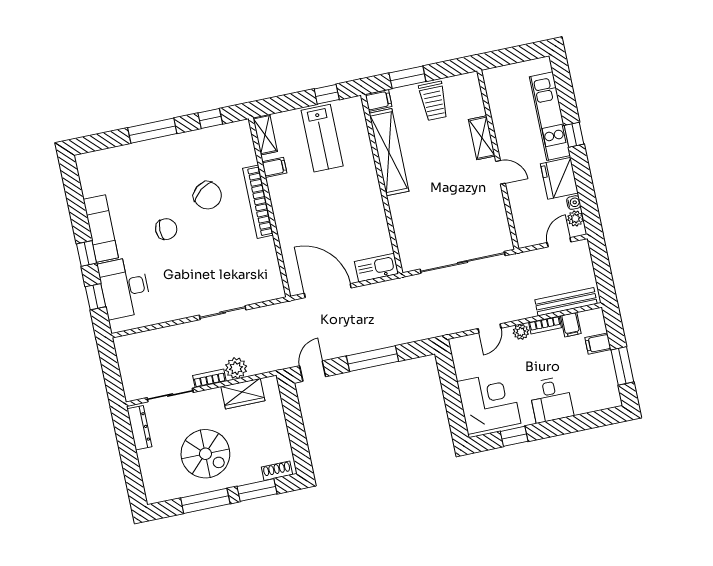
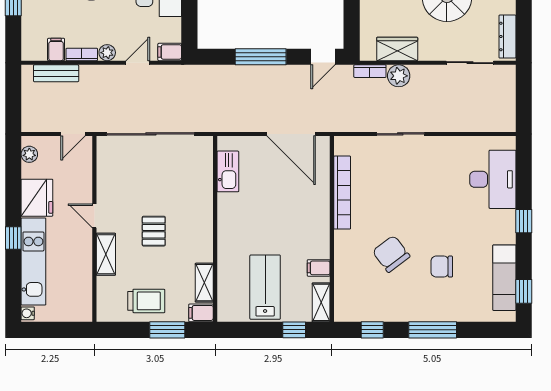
window: (327, 94) -> (294, 330), moved
trolley: (433, 101) -> (146, 301), turned 90
shelving: (389, 152) -> (204, 283), width x0.45, depth x0.75
pallet: (440, 170) -> (154, 231), added
bookcase: (258, 202) -> (342, 193), moved
water cooler: (574, 203) -> (28, 313), moved
exam couch: (101, 229) -> (504, 278), moved
chair: (166, 229) -> (442, 267), moved
door: (559, 242) -> (73, 134), moved
kitchen sink: (376, 268) -> (228, 171), moved, turned -90
window: (96, 297) -> (524, 291), moved
bench: (566, 302) -> (56, 73), width x0.73
filing cabinet: (598, 344) -> (170, 52), moved, turned 180
bookcase: (209, 378) -> (370, 71), moved

